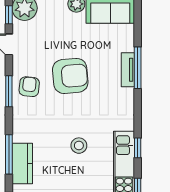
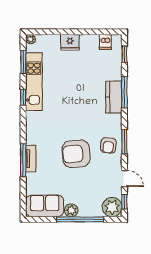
stool: (79, 146) -> (69, 99), removed
kitchen counter: (22, 163) -> (114, 97), moved

